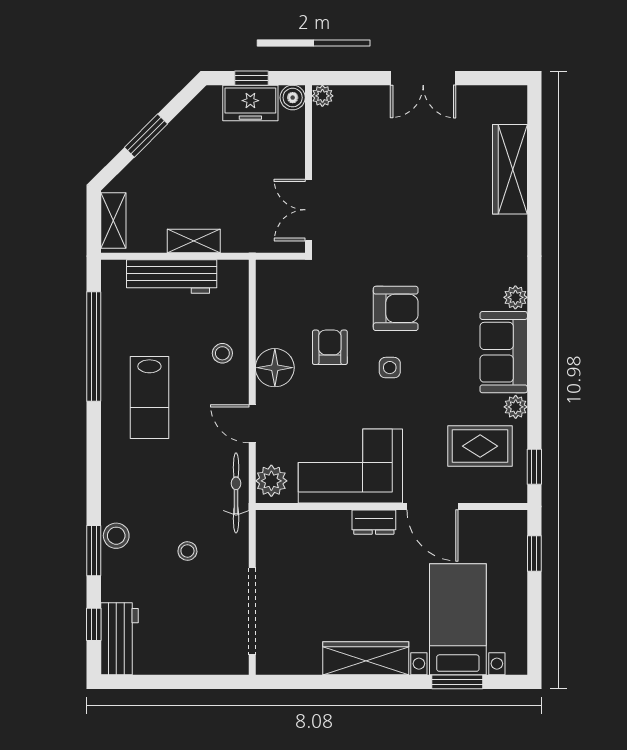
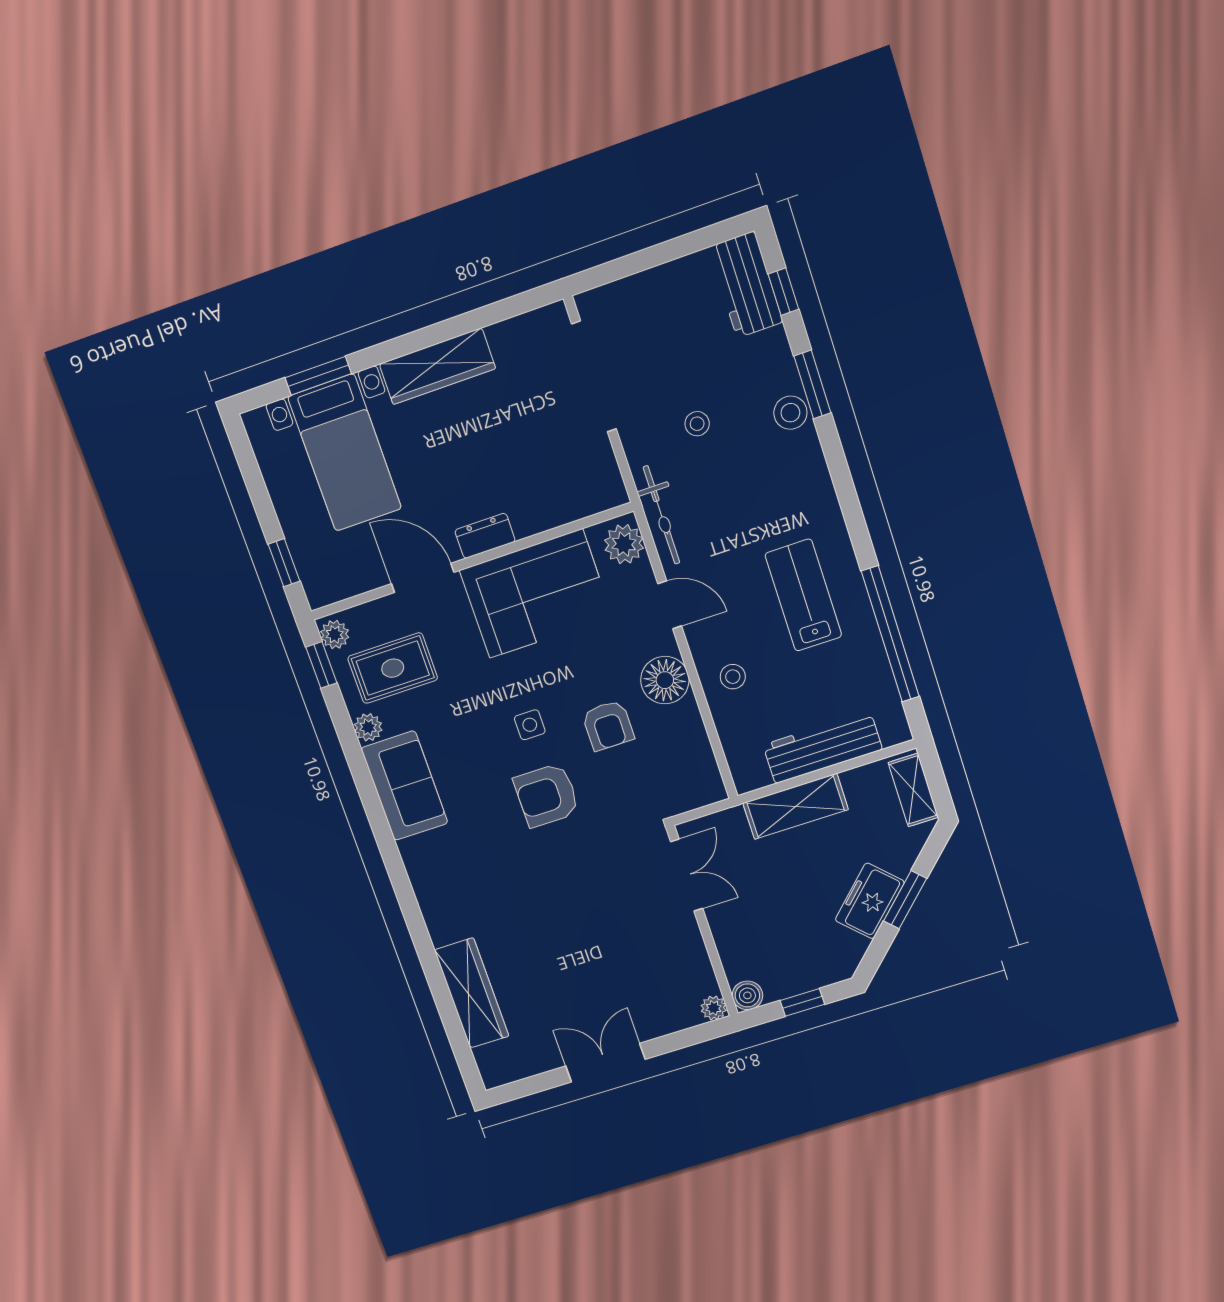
freezer: (250, 103) -> (870, 901), moved, turned -45
shelving: (194, 241) -> (796, 806), width x1.50, depth x1.33
plant: (515, 297) -> (335, 635), moved

